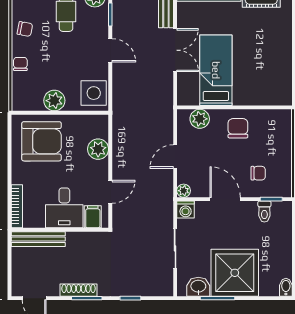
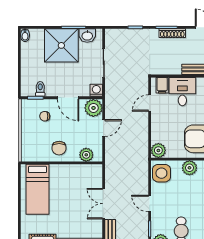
bed: (216, 70) -> (38, 189), moved
plant: (98, 149) -> (158, 150), moved
plant: (184, 191) -> (93, 108), width x1.87, depth x1.87

